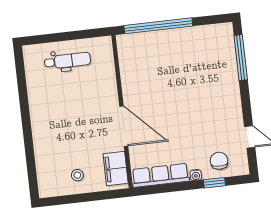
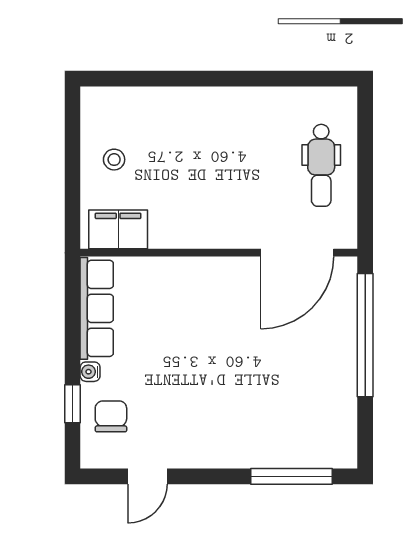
door: (124, 126) -> (297, 253), moved
chair: (219, 161) -> (111, 416), turned -90

